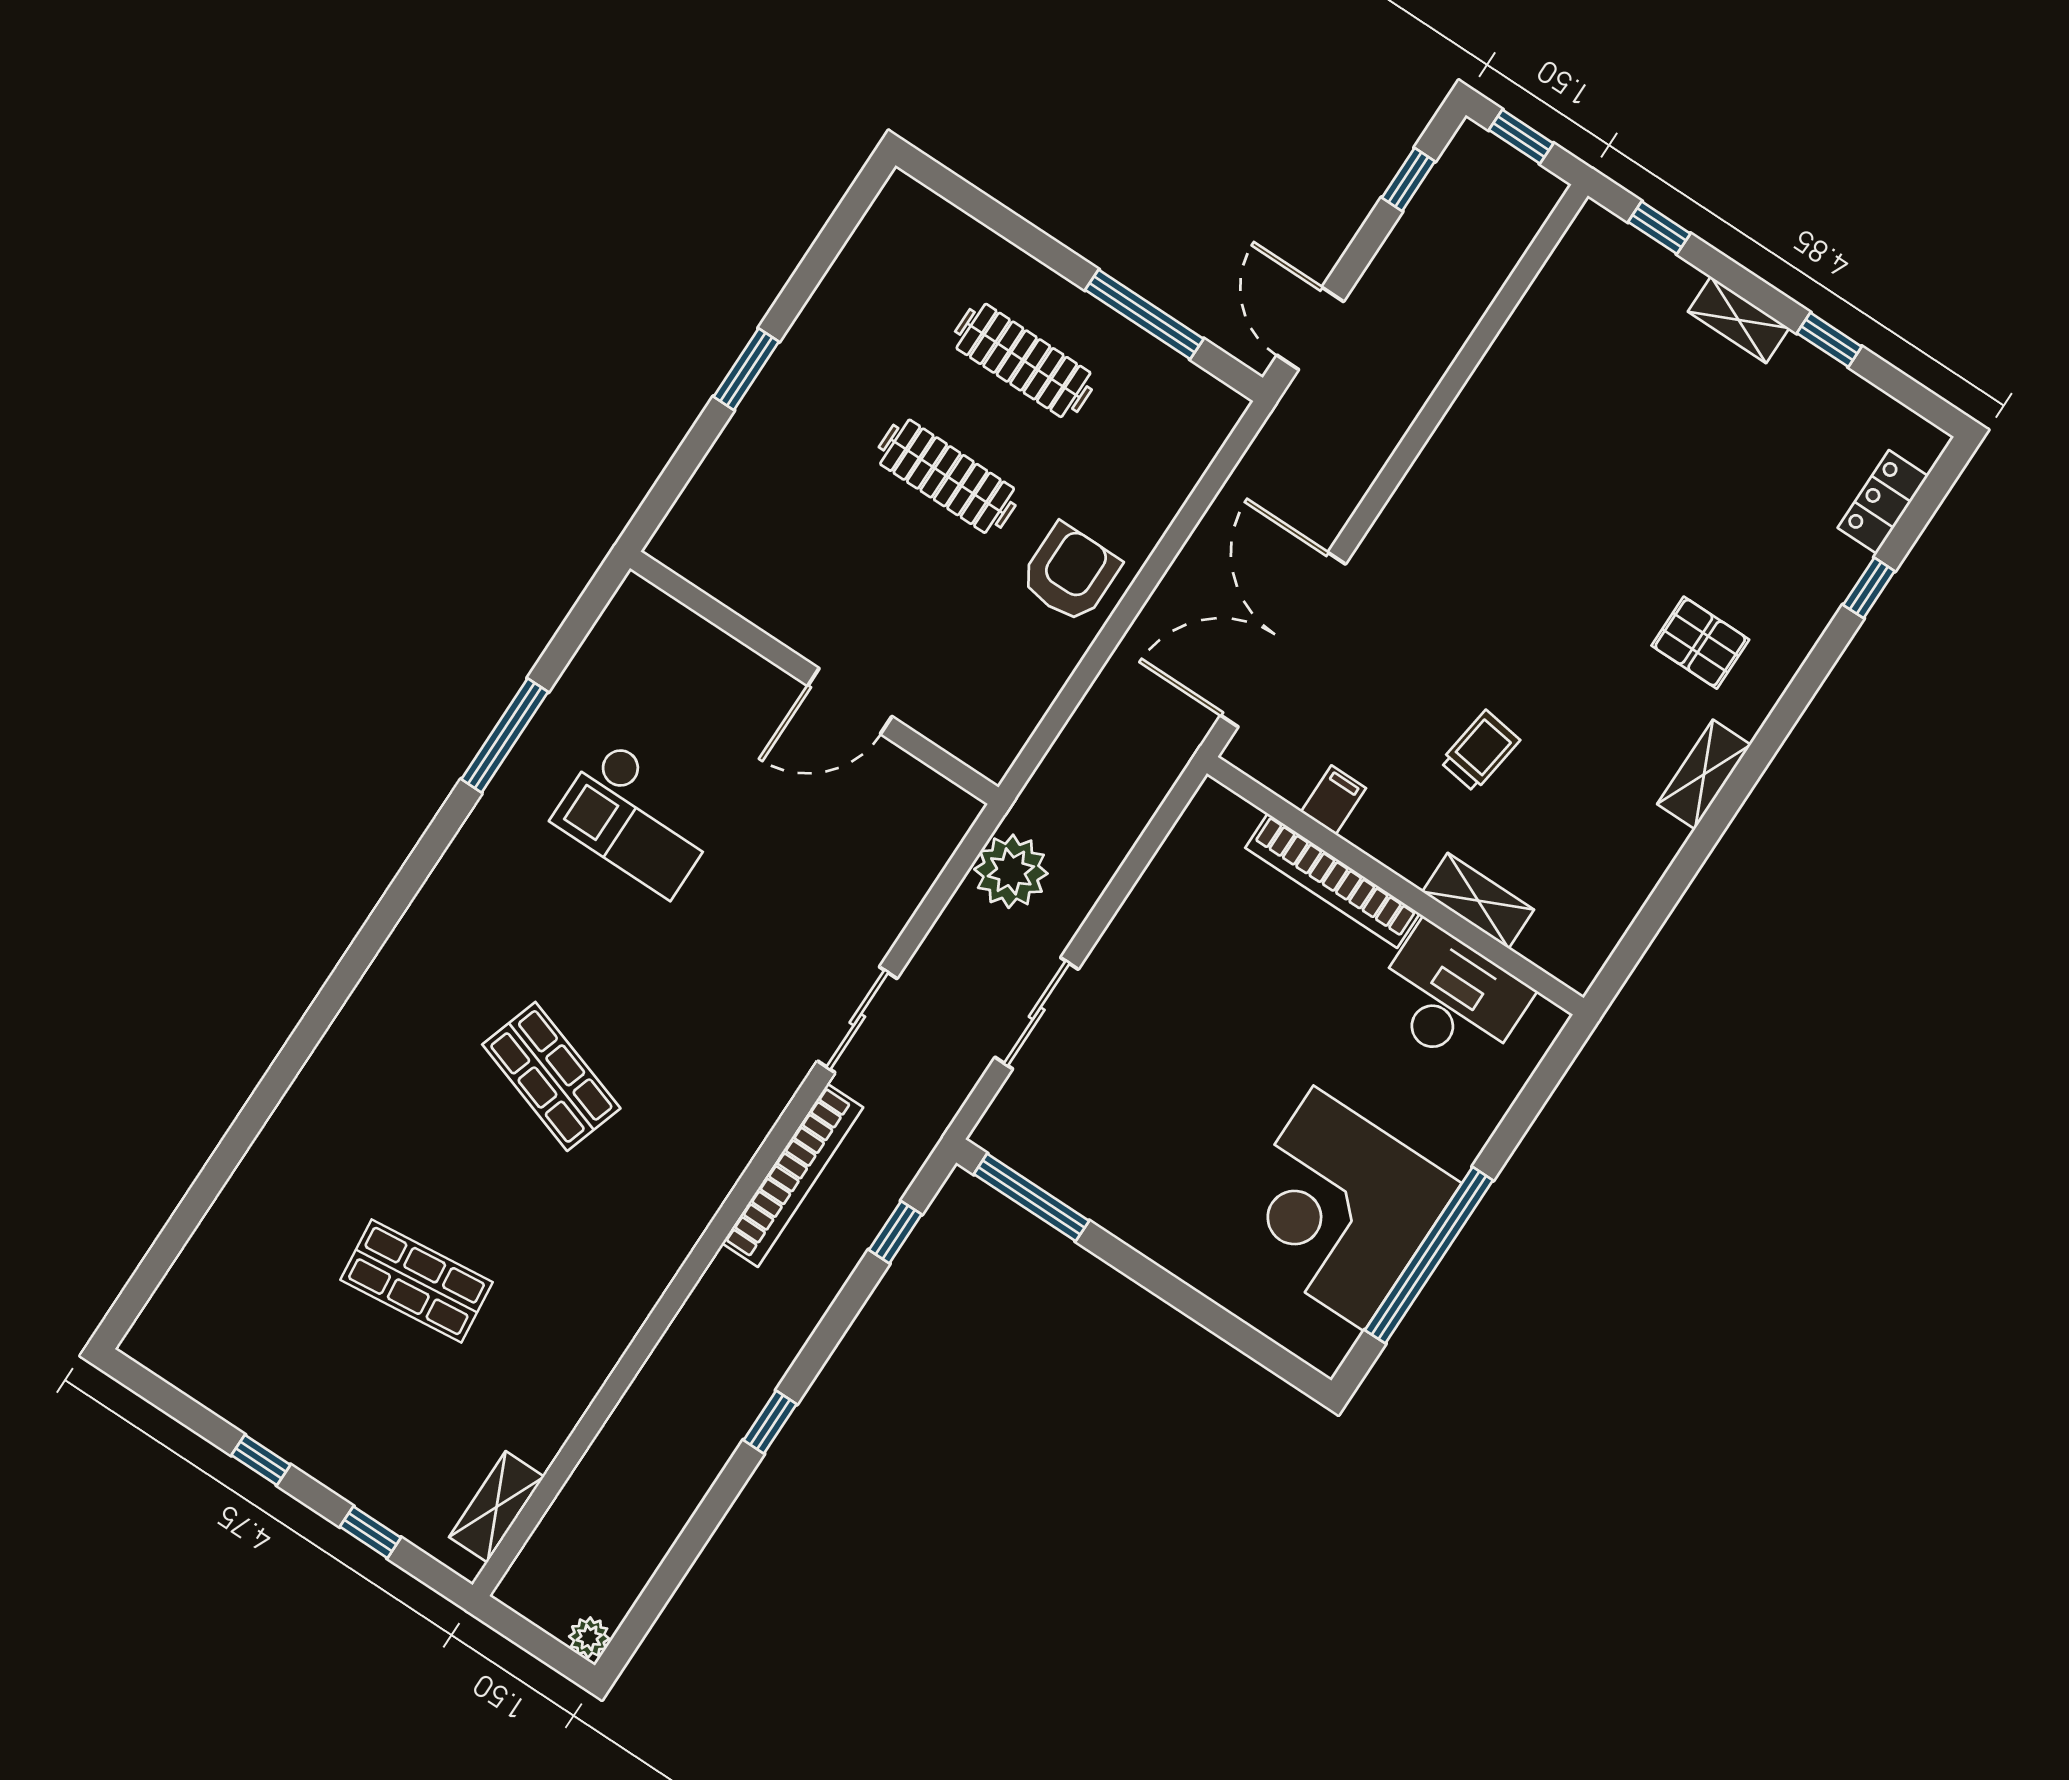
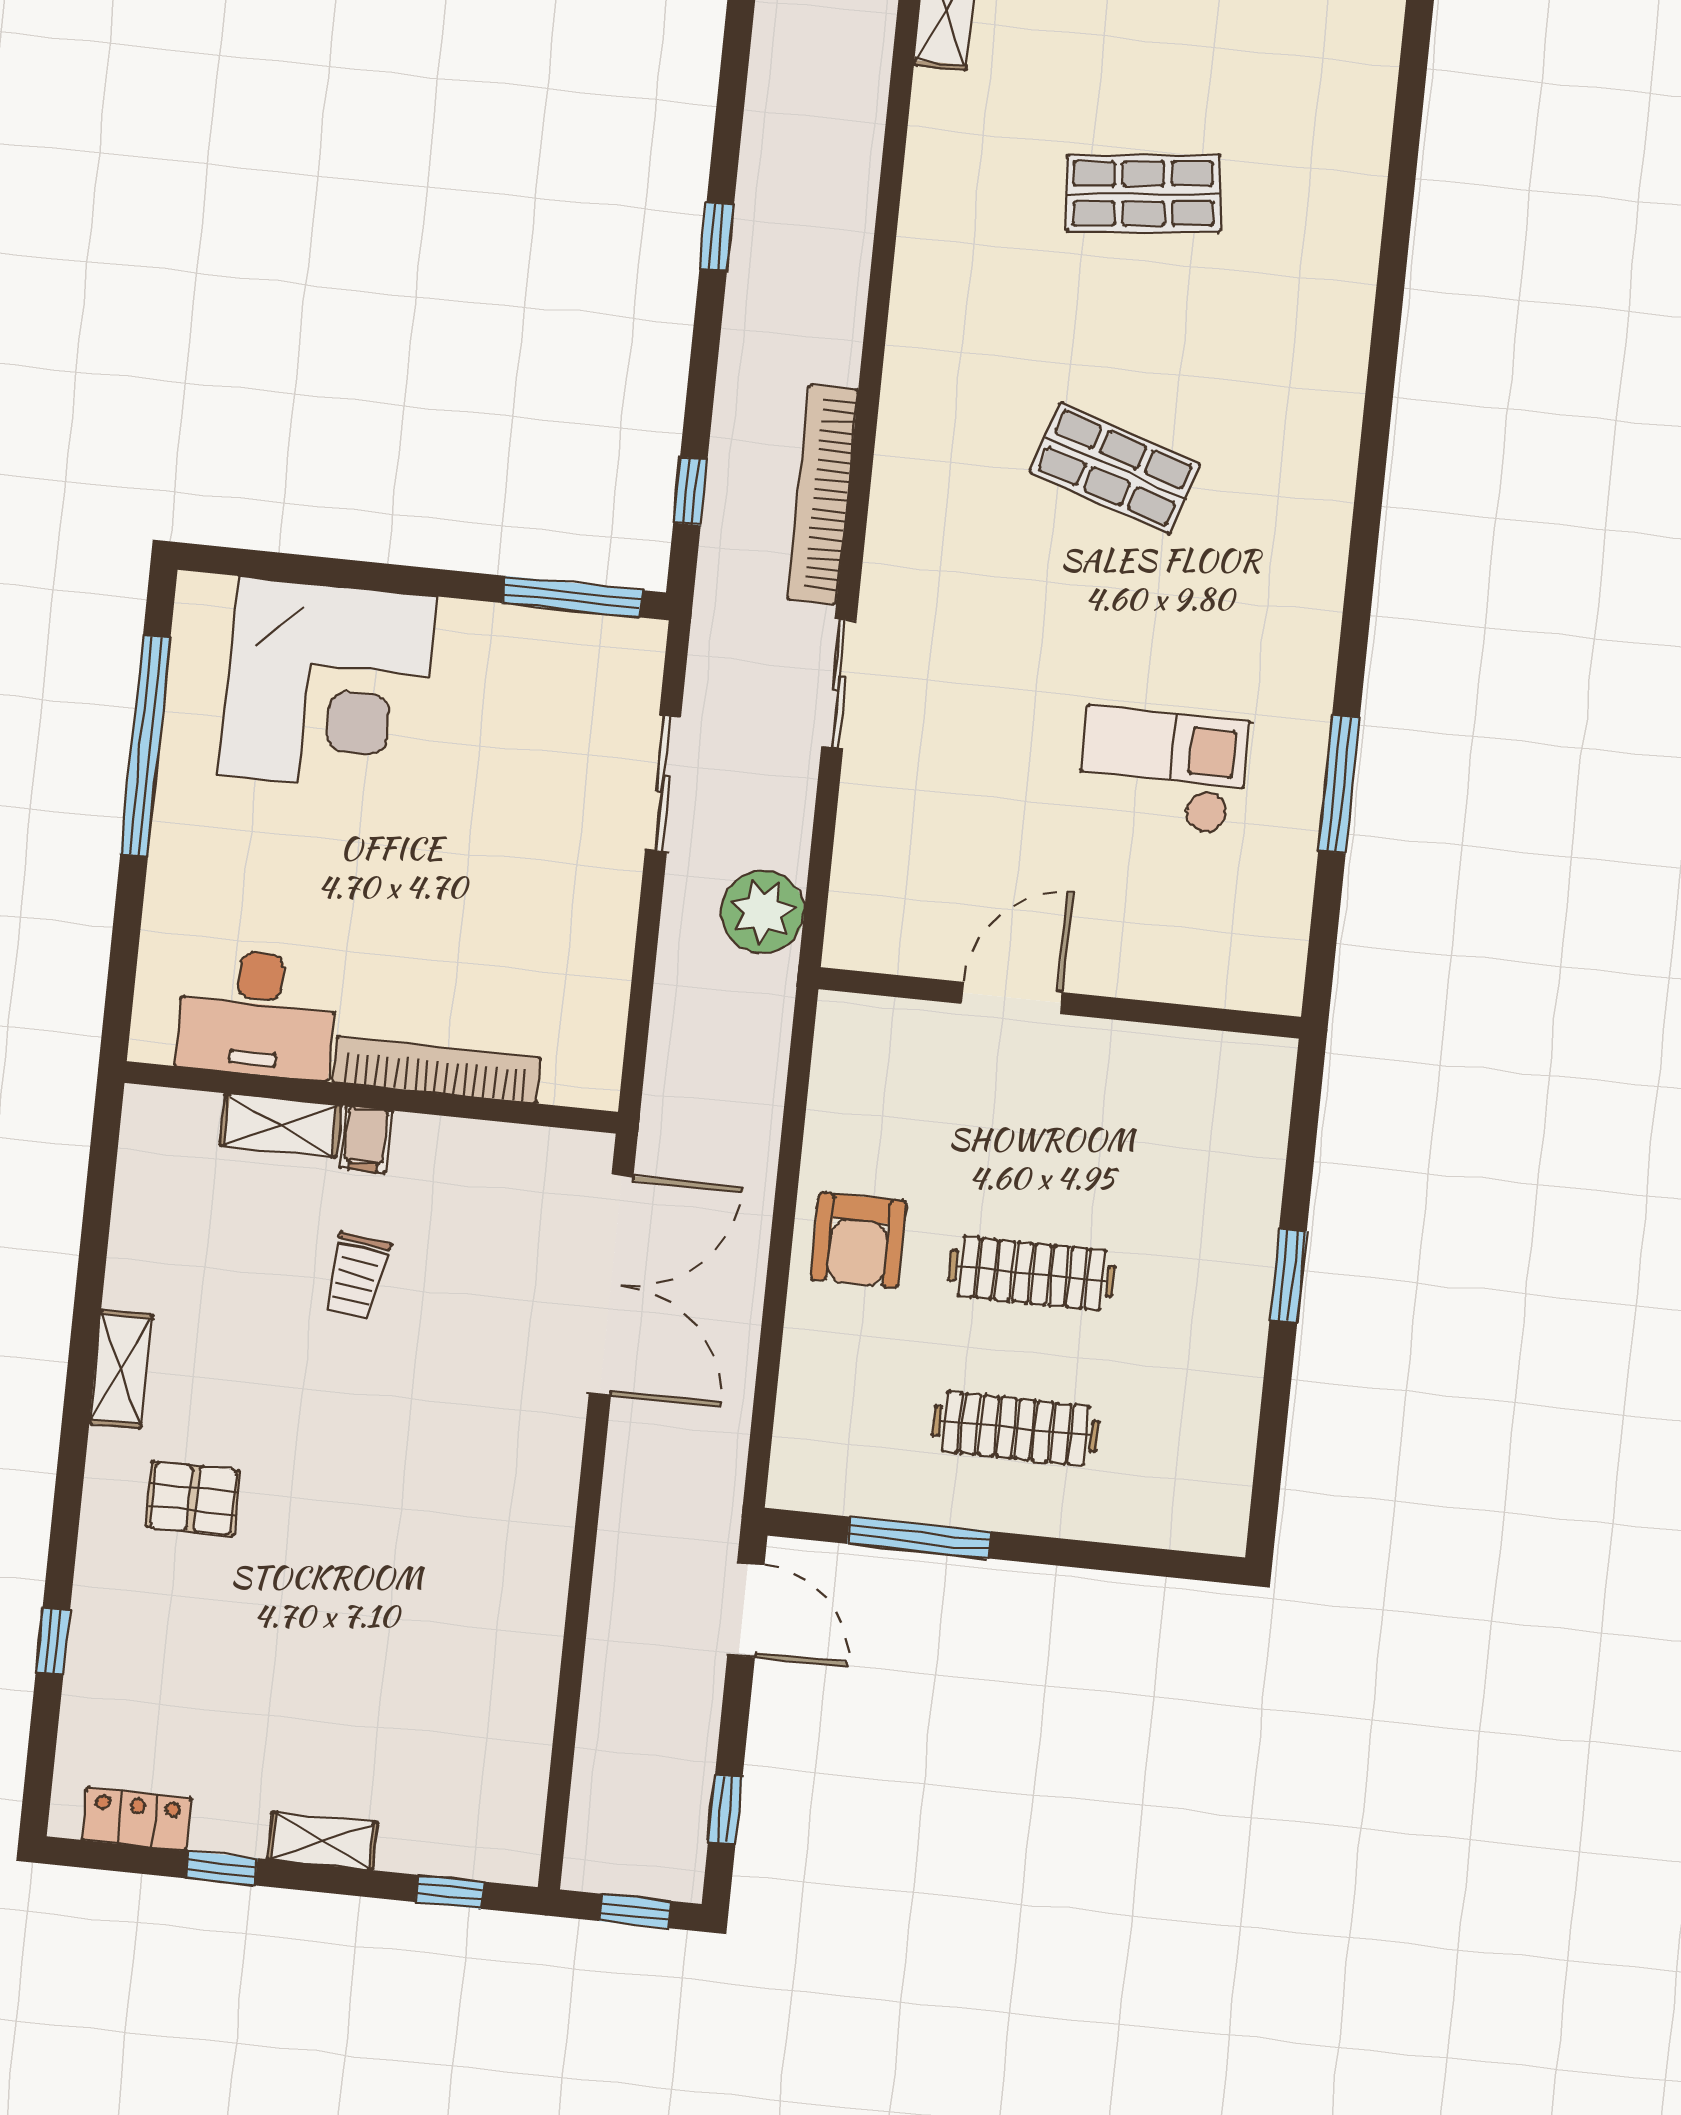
locker: (1883, 502) -> (137, 1819), moved, turned -90
filing cabinet: (1333, 800) -> (366, 1139), moved
corner desk: (1339, 1208) -> (328, 686), moved, turned 90

